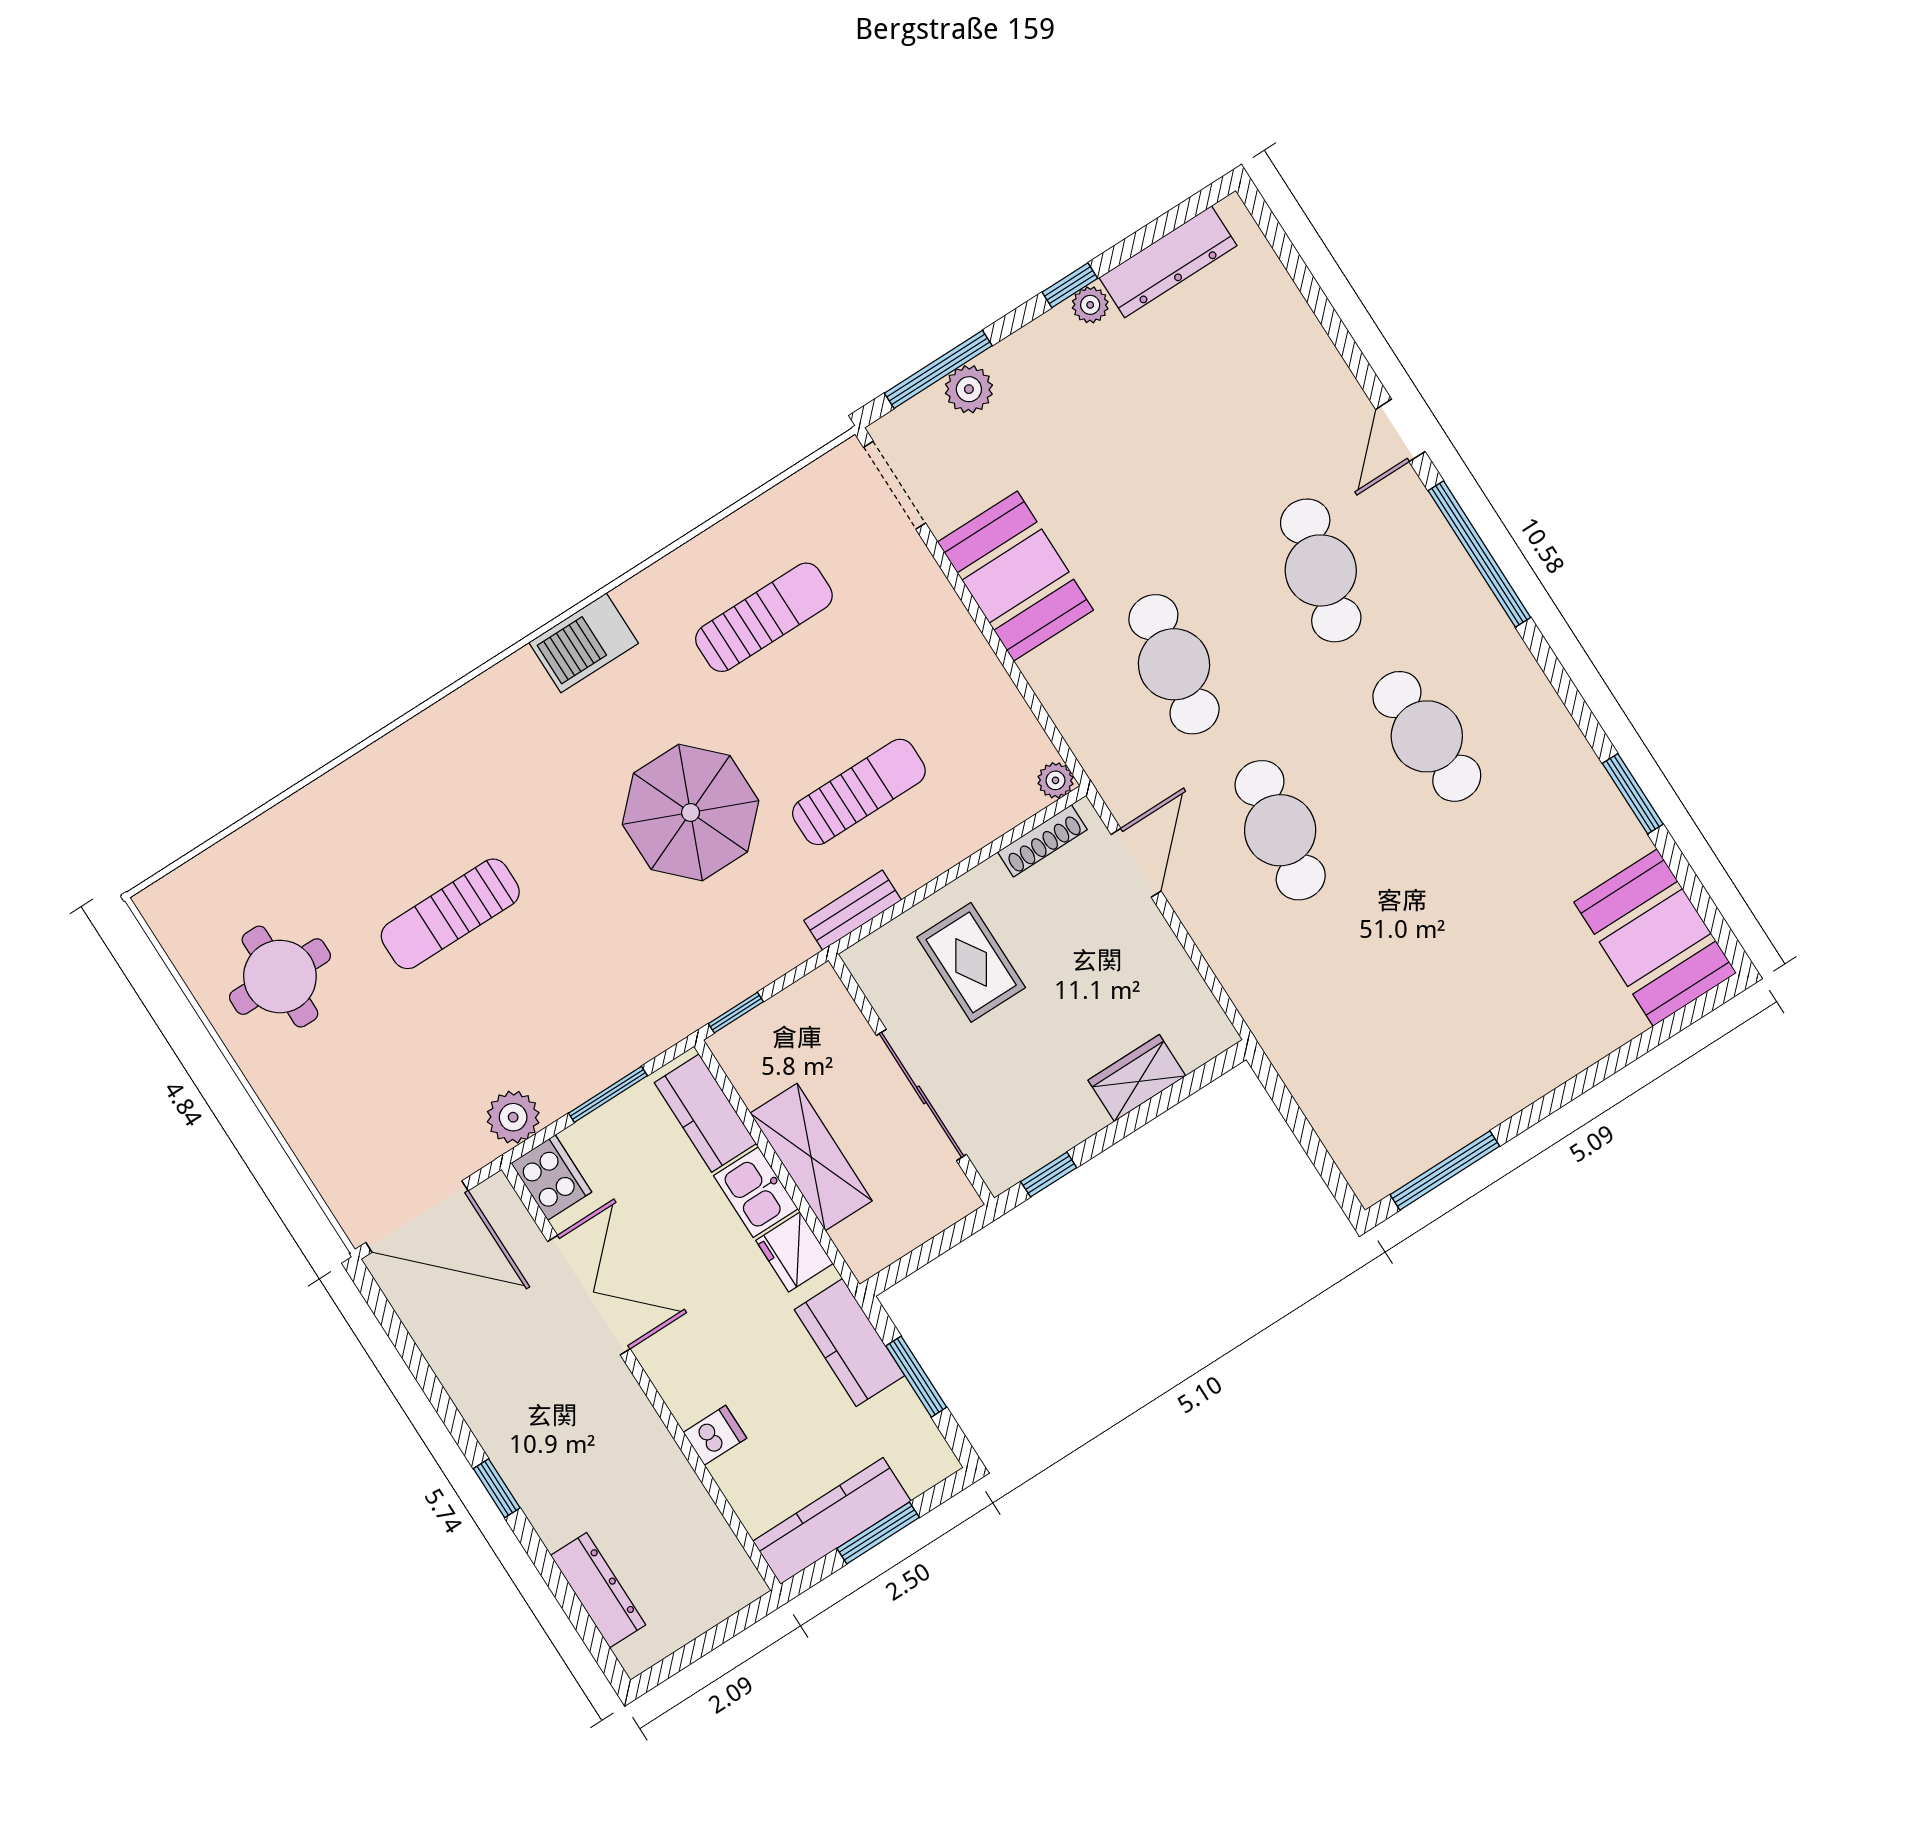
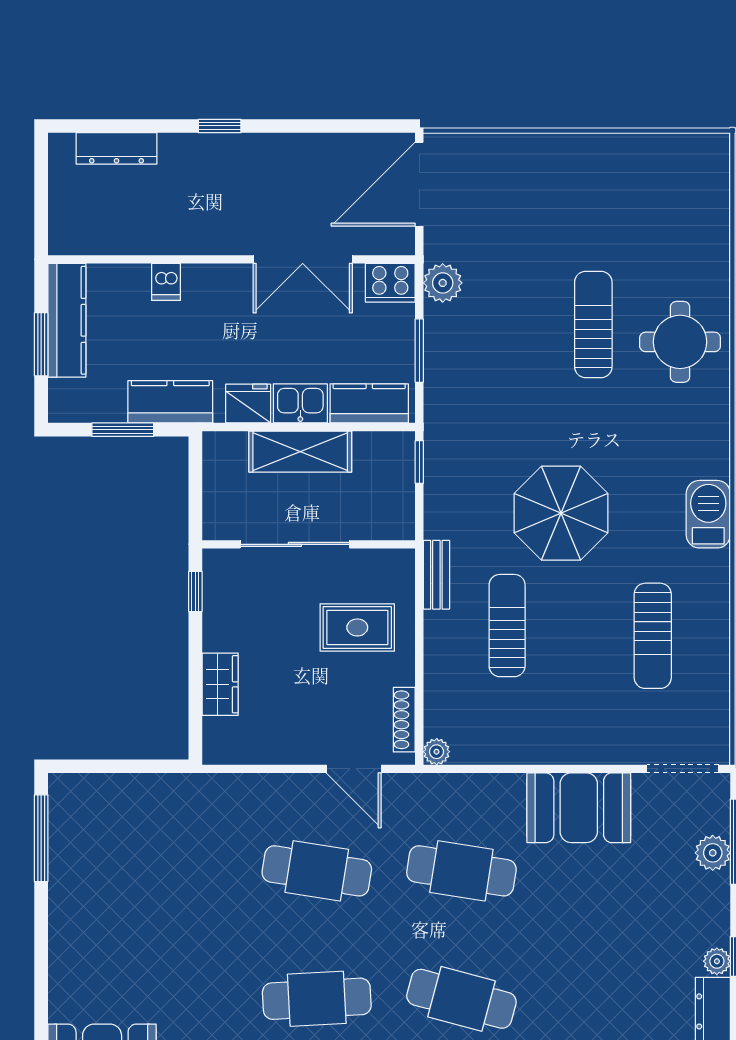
sun lounger: (859, 792) -> (507, 626), turned 180
round table: (280, 977) -> (680, 342), moved

